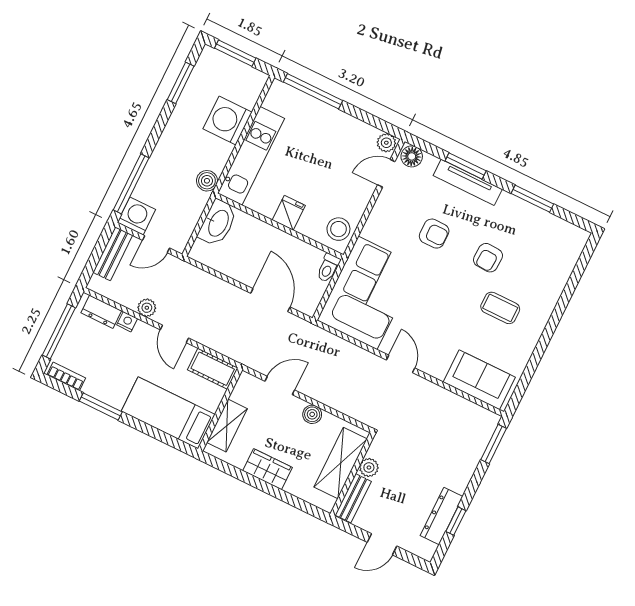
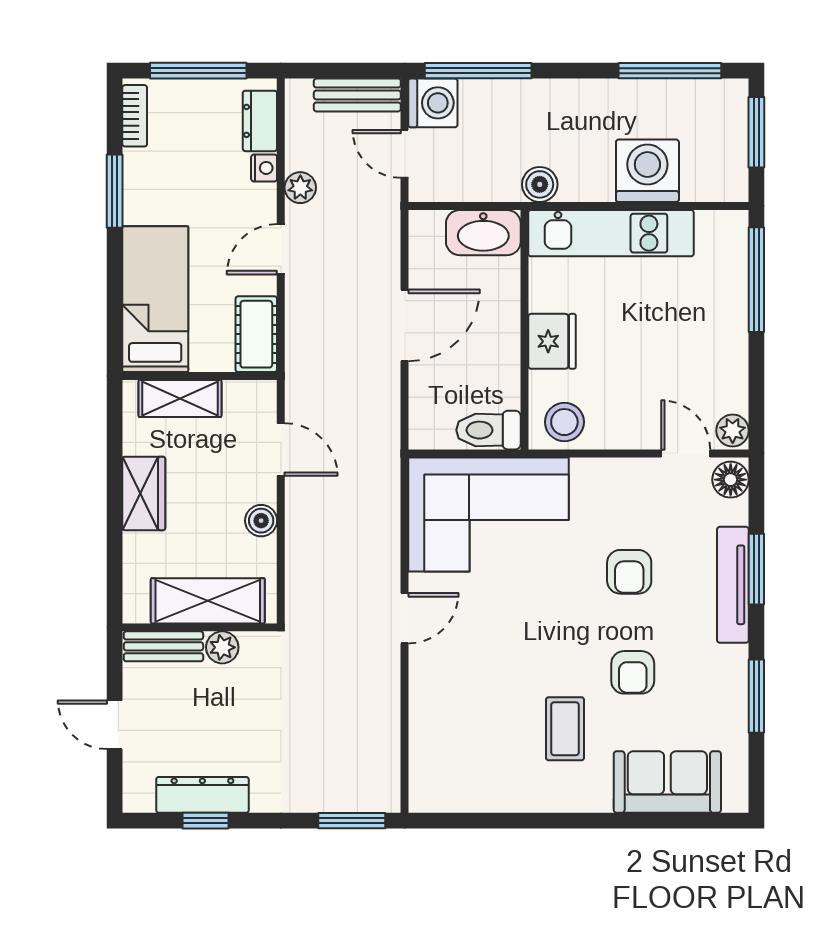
window: (181, 83) -> (670, 71), width x1.44
fridge: (289, 213) -> (552, 341), width x1.38
armchair: (488, 258) -> (633, 672), turned -93
toilet: (328, 268) -> (488, 430), width x1.37, depth x1.39
door: (270, 300) -> (405, 325), moved
sofa: (479, 380) -> (667, 782), moved, turned -90

